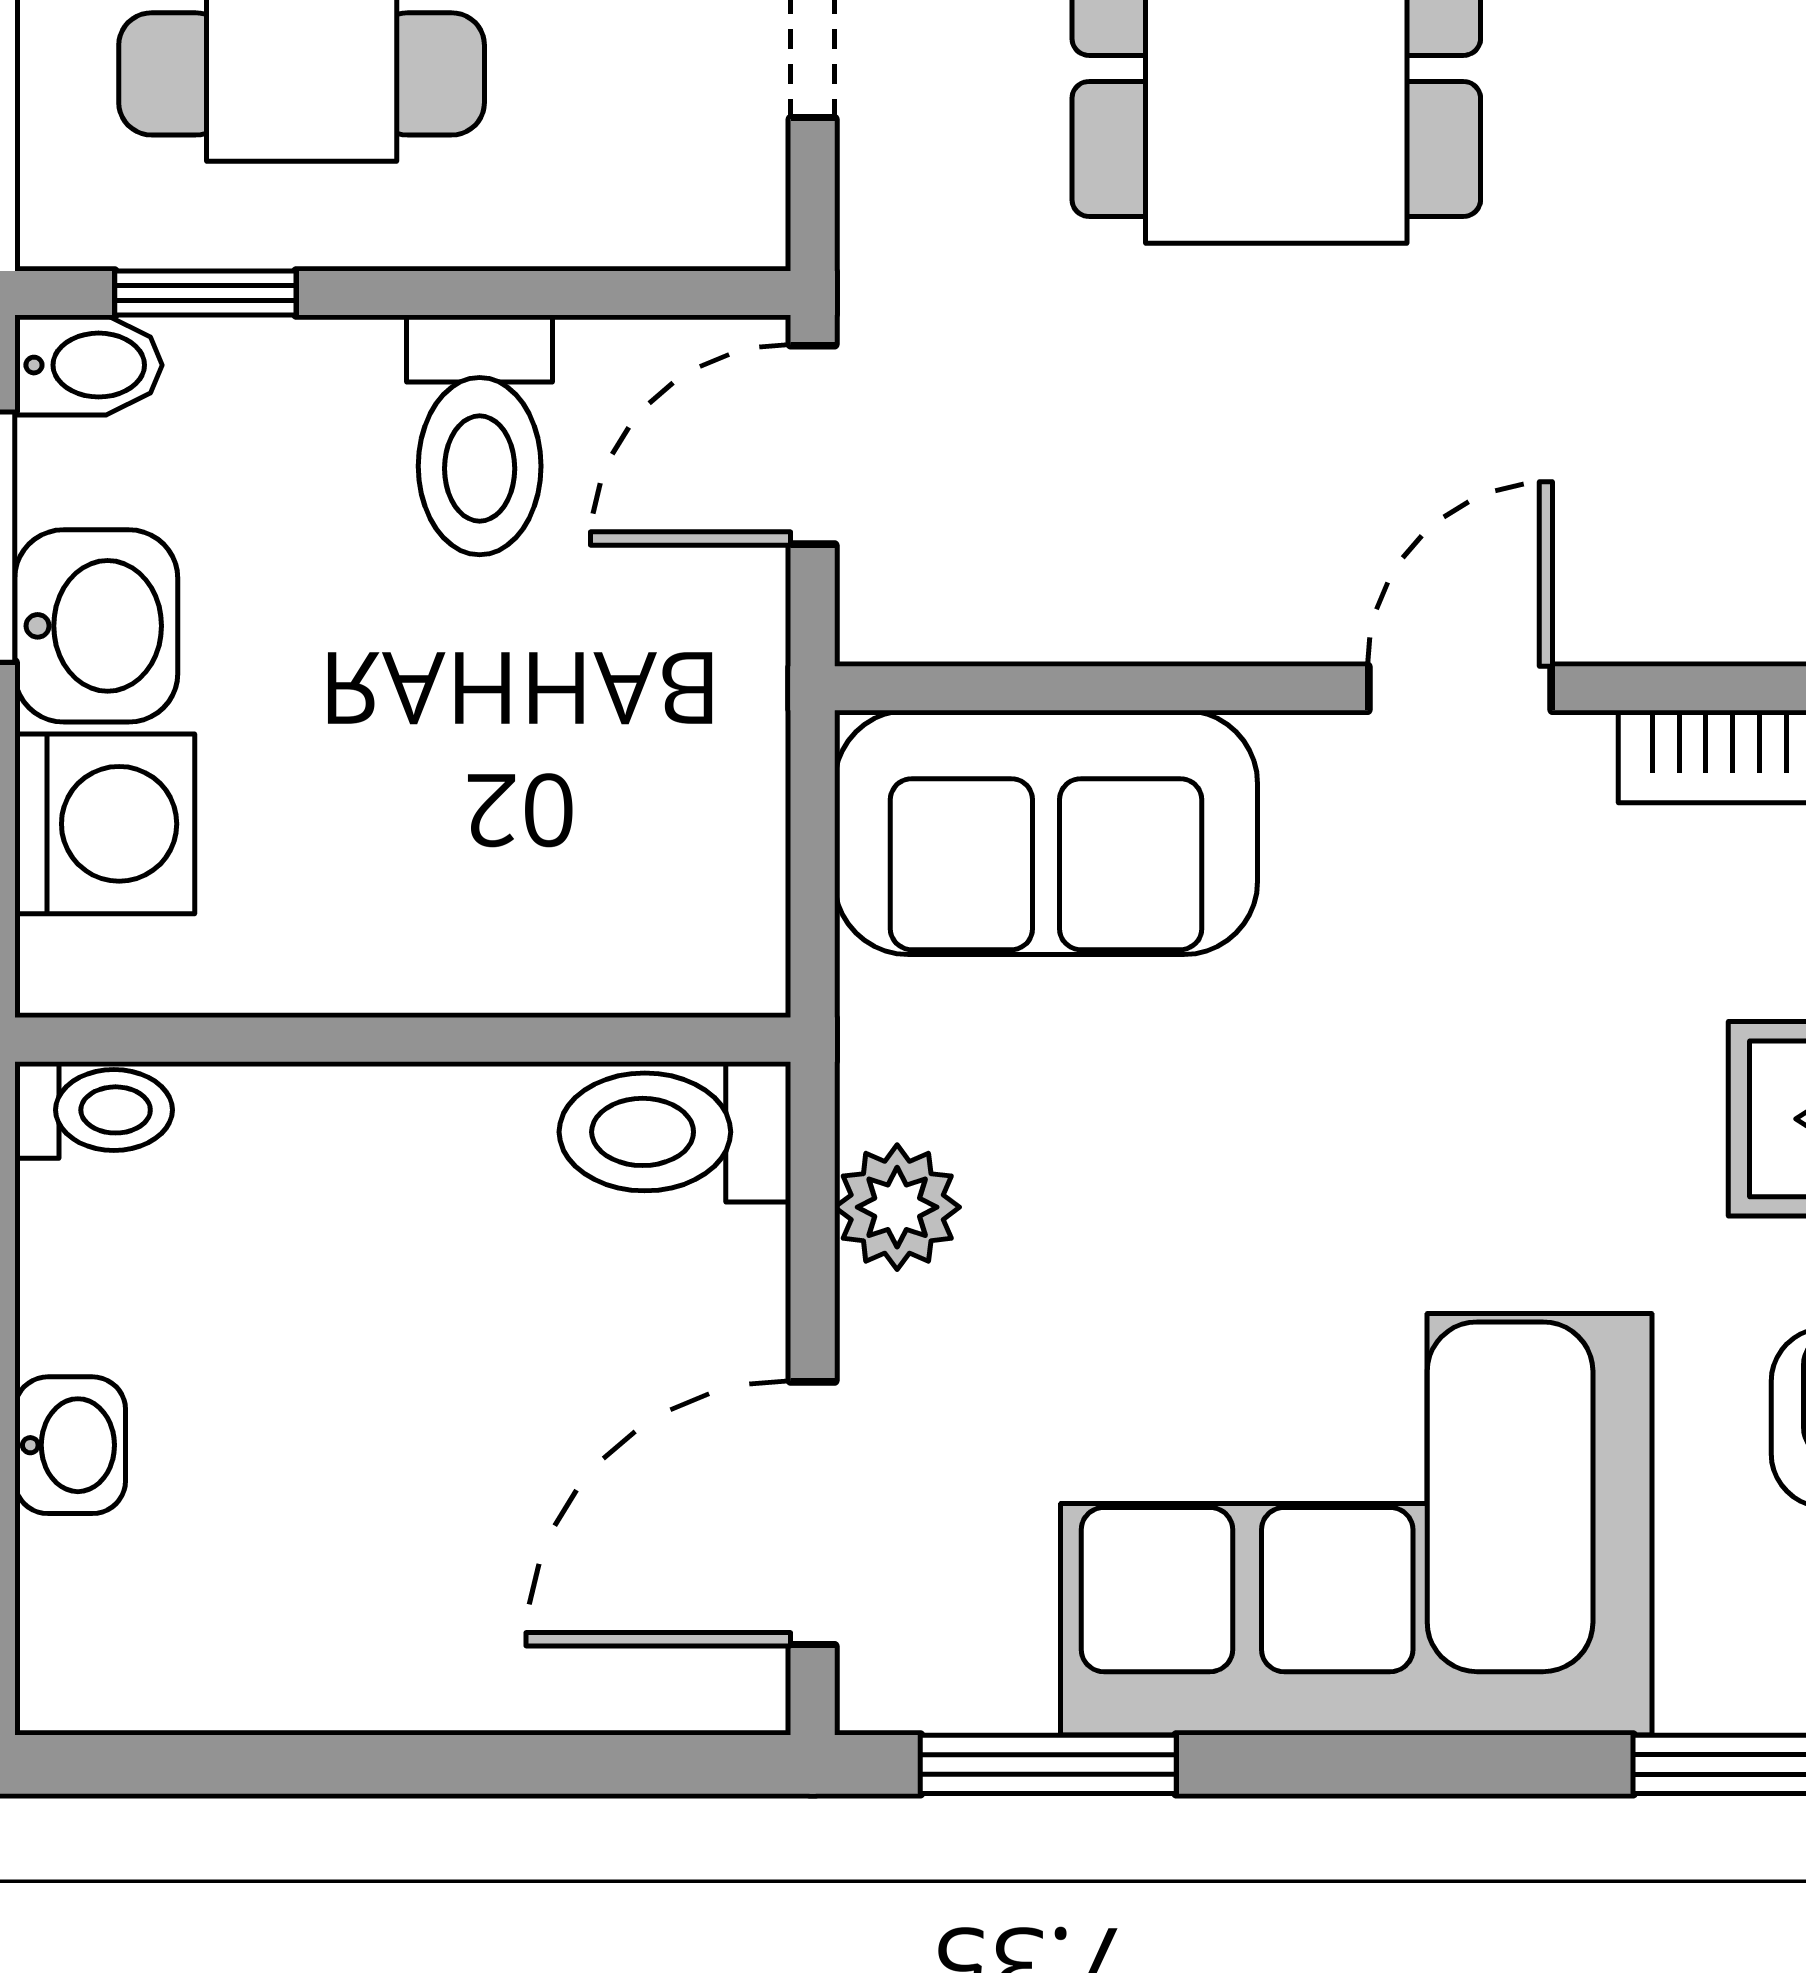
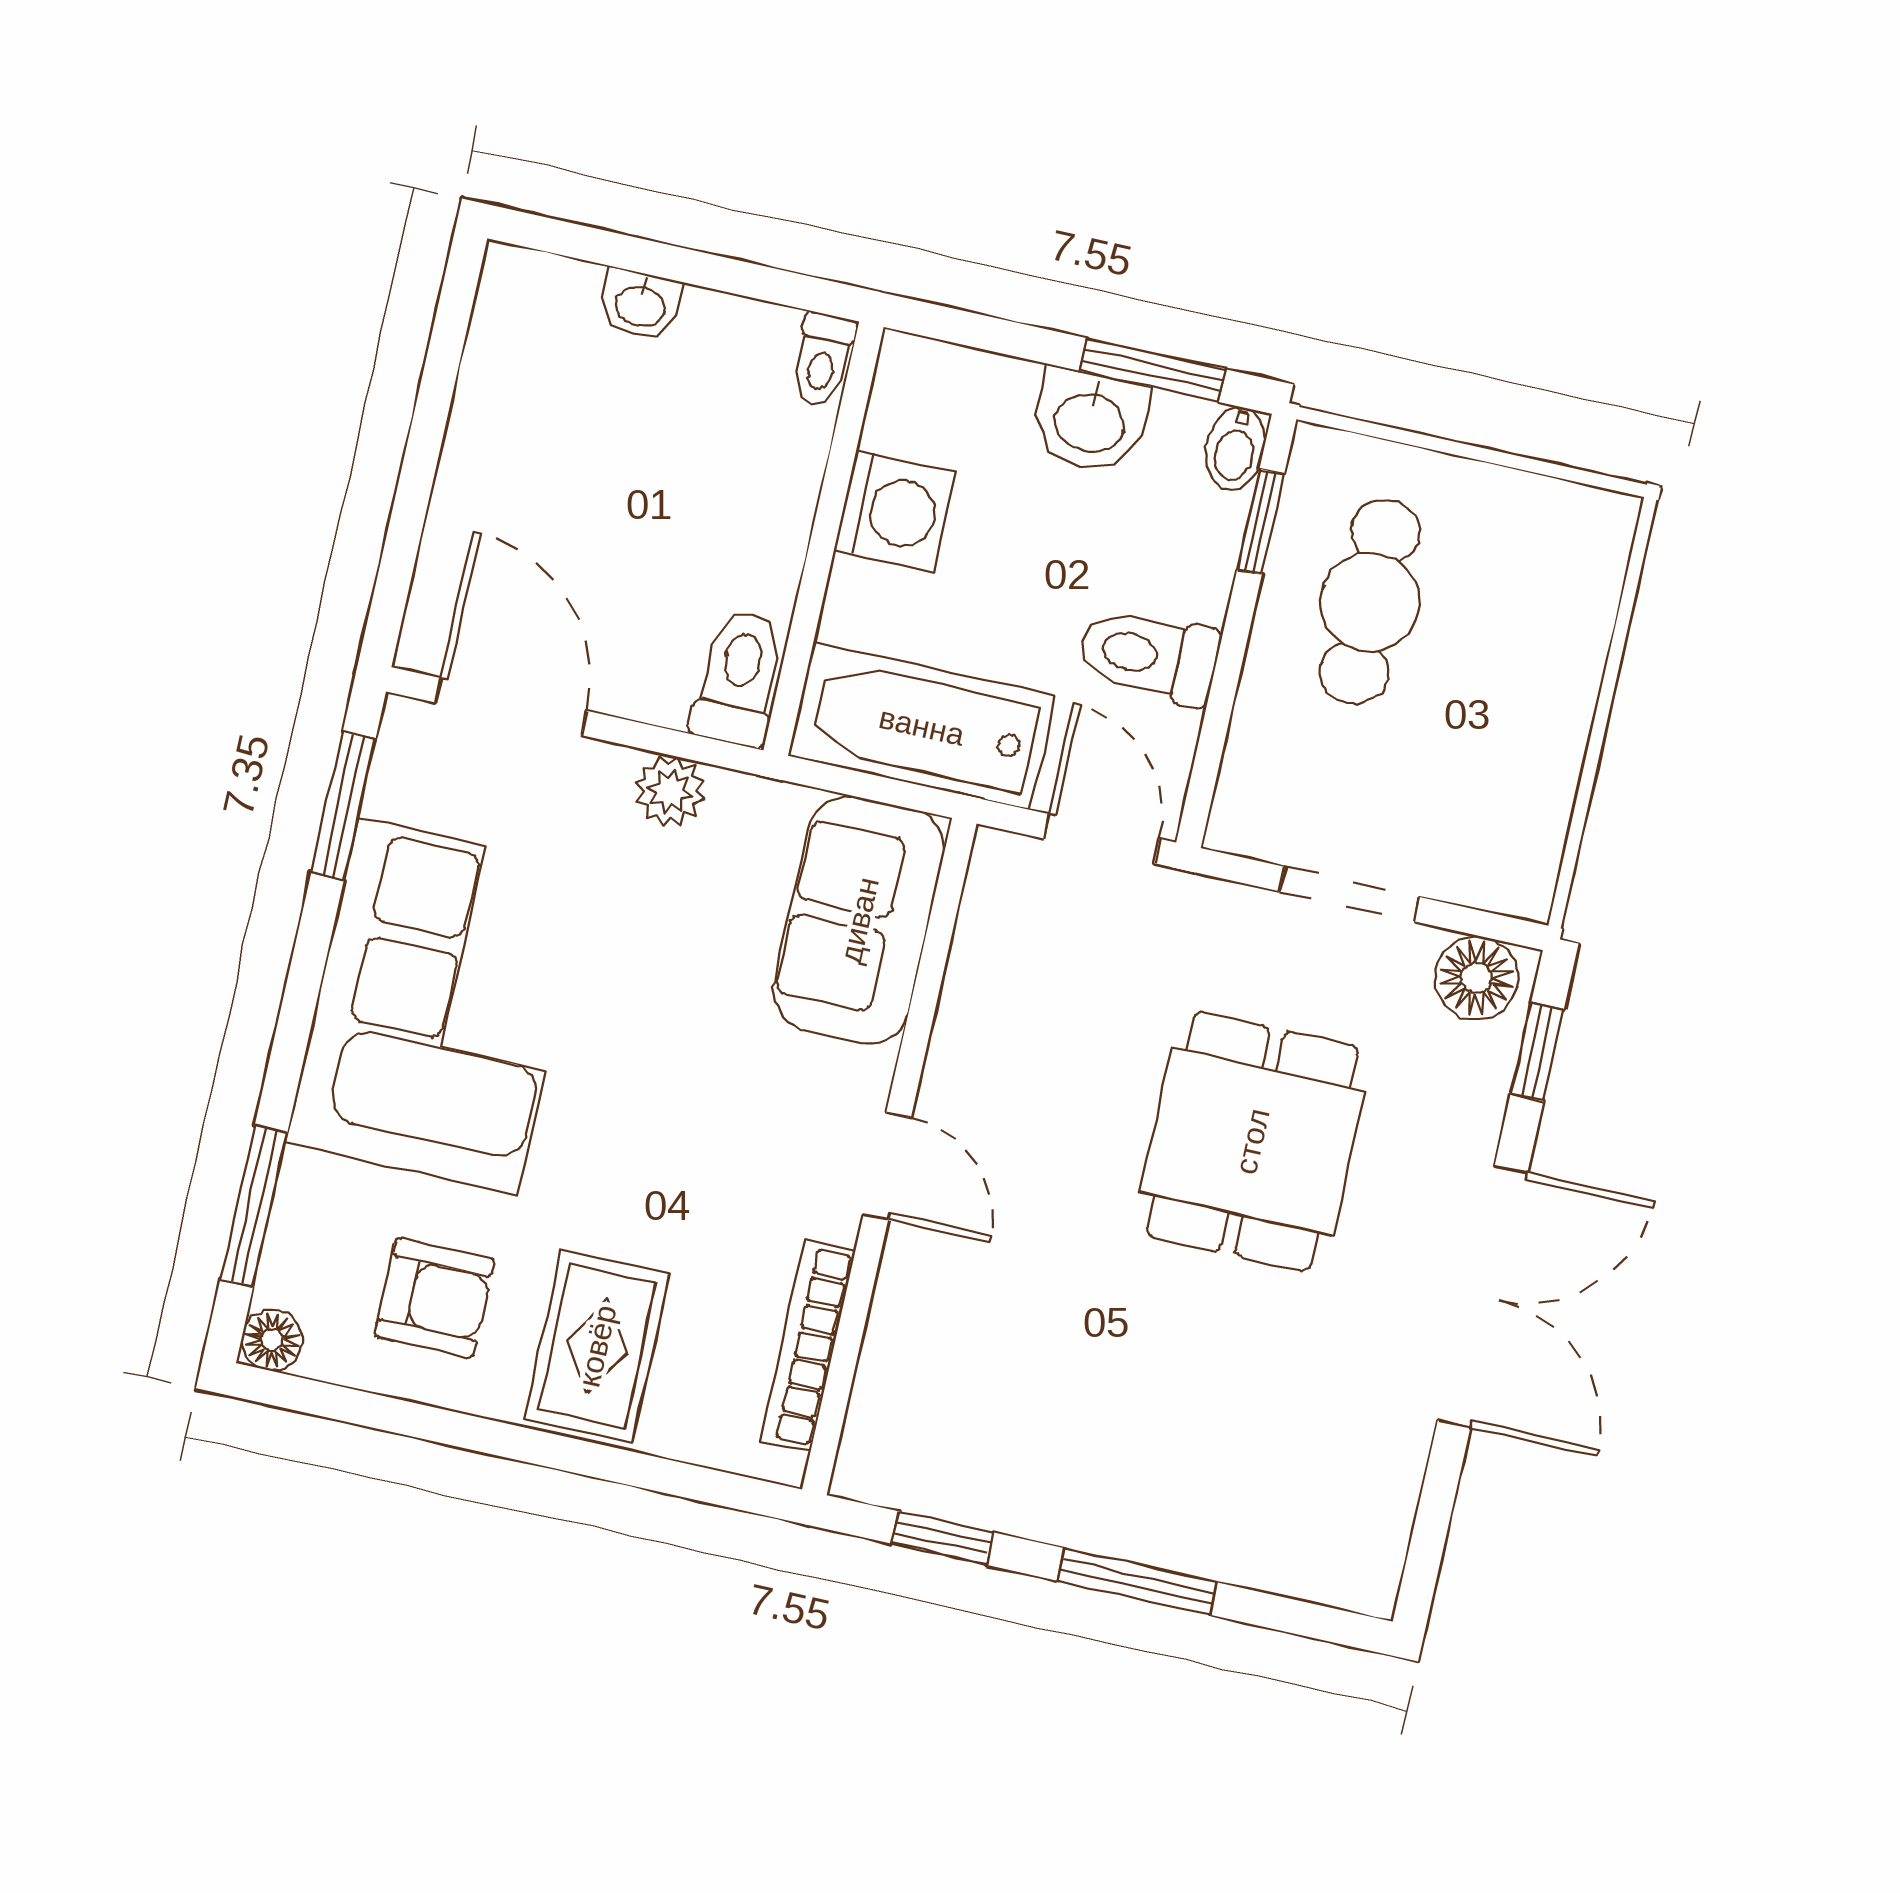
bathtub: (687, 799) -> (922, 726), added
washing machine: (105, 824) -> (895, 511), moved, turned -90

